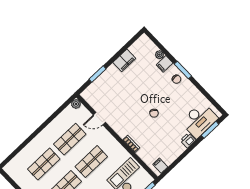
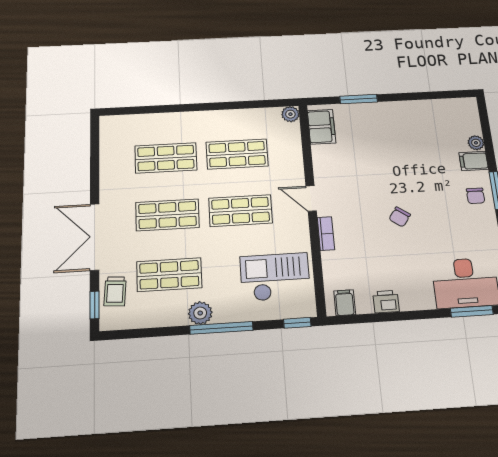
filing cabinet: (124, 60) -> (322, 127), moved, turned -90
door: (99, 119) -> (311, 198), moved
printer: (188, 140) -> (386, 302), moved

